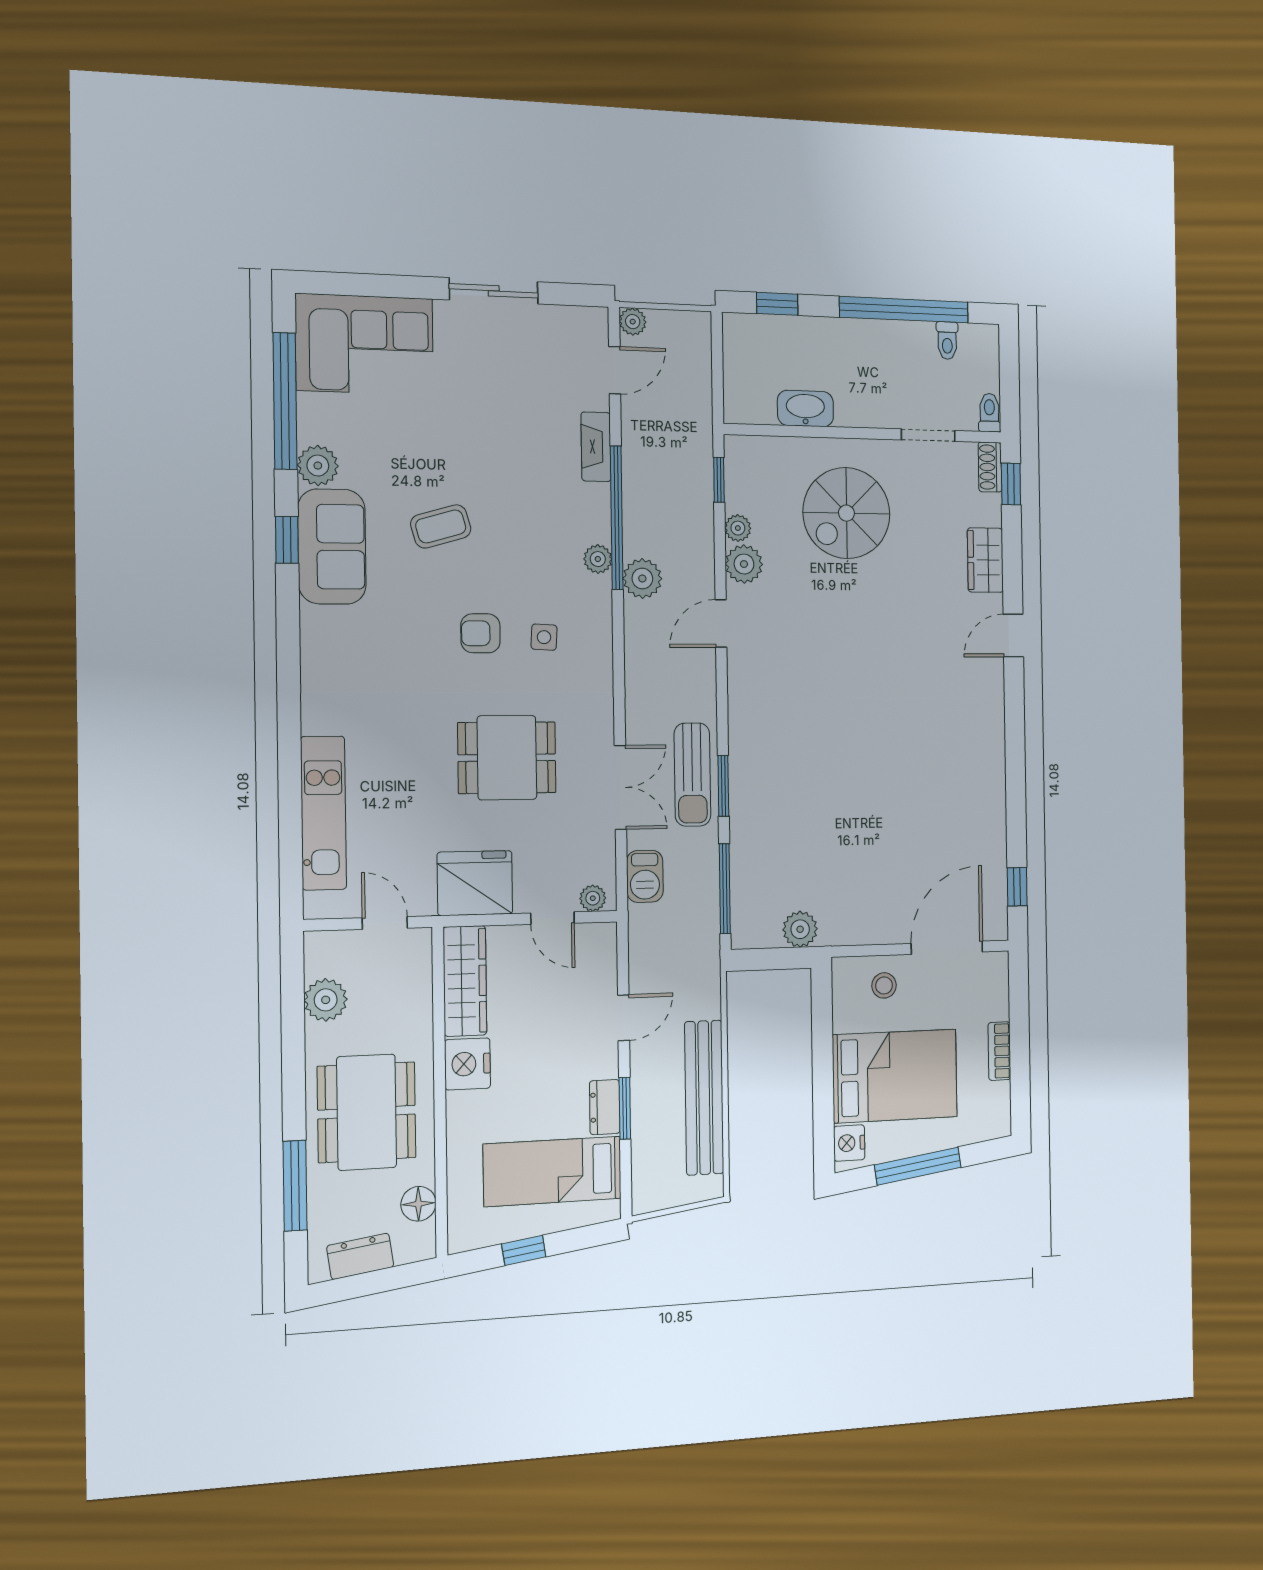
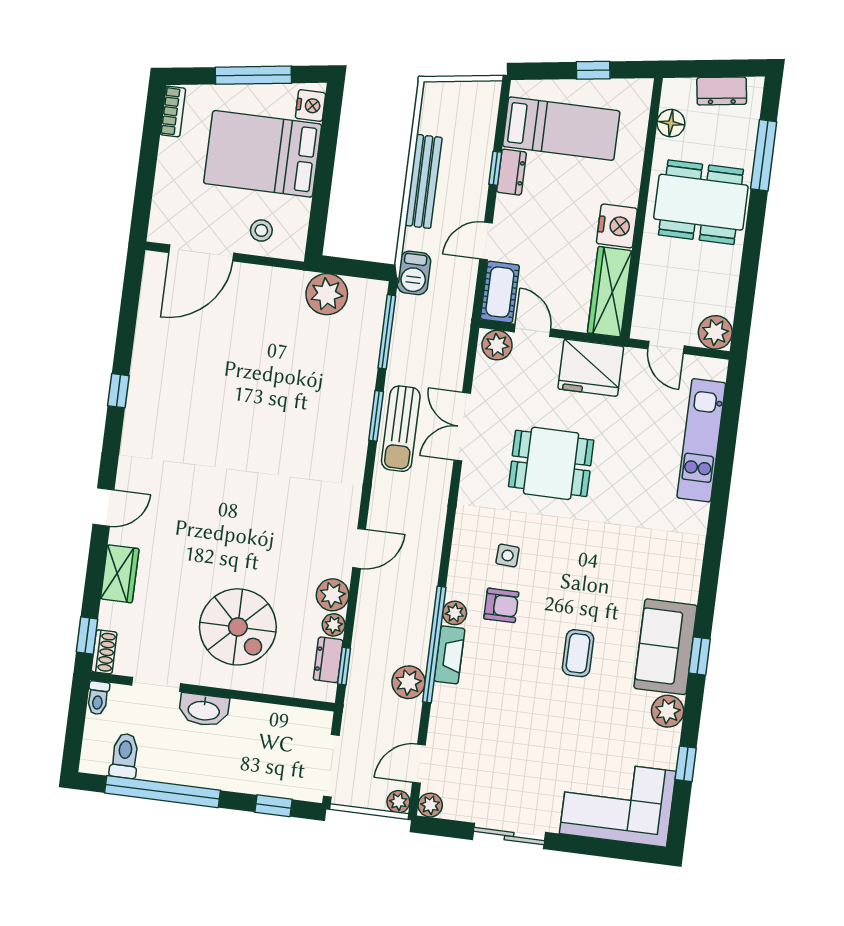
plant: (594, 321) -> (430, 805), added
toilet: (947, 341) -> (125, 756), width x1.37, depth x1.39
doorway: (717, 358) -> (331, 766), added
window: (285, 401) -> (686, 764), width x0.32
washbasin: (805, 409) -> (204, 710), moved
fireplace: (596, 447) -> (449, 655), moved
dresser: (738, 485) -> (328, 660), added
spiral stairs: (846, 513) -> (238, 627), turned 90
coffee table: (441, 526) -> (578, 653), turned -74
plant: (642, 578) -> (409, 682), moved
armchair: (480, 633) -> (501, 605), moved
sun lounger: (692, 775) -> (401, 429), turned 180
barbecue: (645, 876) -> (414, 273), moved, turned 180
window: (1017, 887) -> (118, 391), moved
plant: (593, 898) -> (497, 345), width x1.38, depth x1.38
plant: (800, 929) -> (327, 294), width x1.36, depth x1.36
cot: (598, 958) -> (500, 292), added
plant: (326, 1000) -> (715, 332), moved
bookcase: (999, 1051) -> (173, 111), moved
bench: (704, 1098) -> (423, 181), width x0.73, depth x0.82
window: (625, 1108) -> (495, 168), width x0.67
dining table: (367, 1112) -> (701, 202), turned 90

